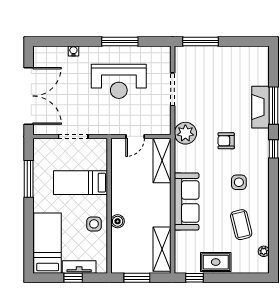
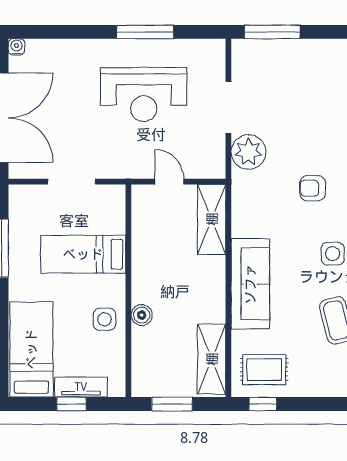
water cooler: (73, 51) -> (16, 47), moved
plant: (185, 133) -> (248, 152), moved
door: (135, 137) -> (169, 182), swing flipped
rug: (216, 262) -> (264, 370), moved

